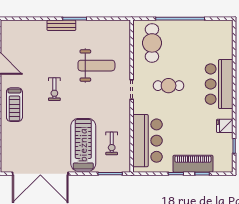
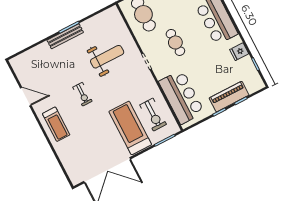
bench: (61, 25) -> (65, 36), width x1.36
cafe table: (169, 86) -> (175, 42), turned 90
exercise bike: (112, 143) -> (153, 115), width x1.38, depth x1.39

